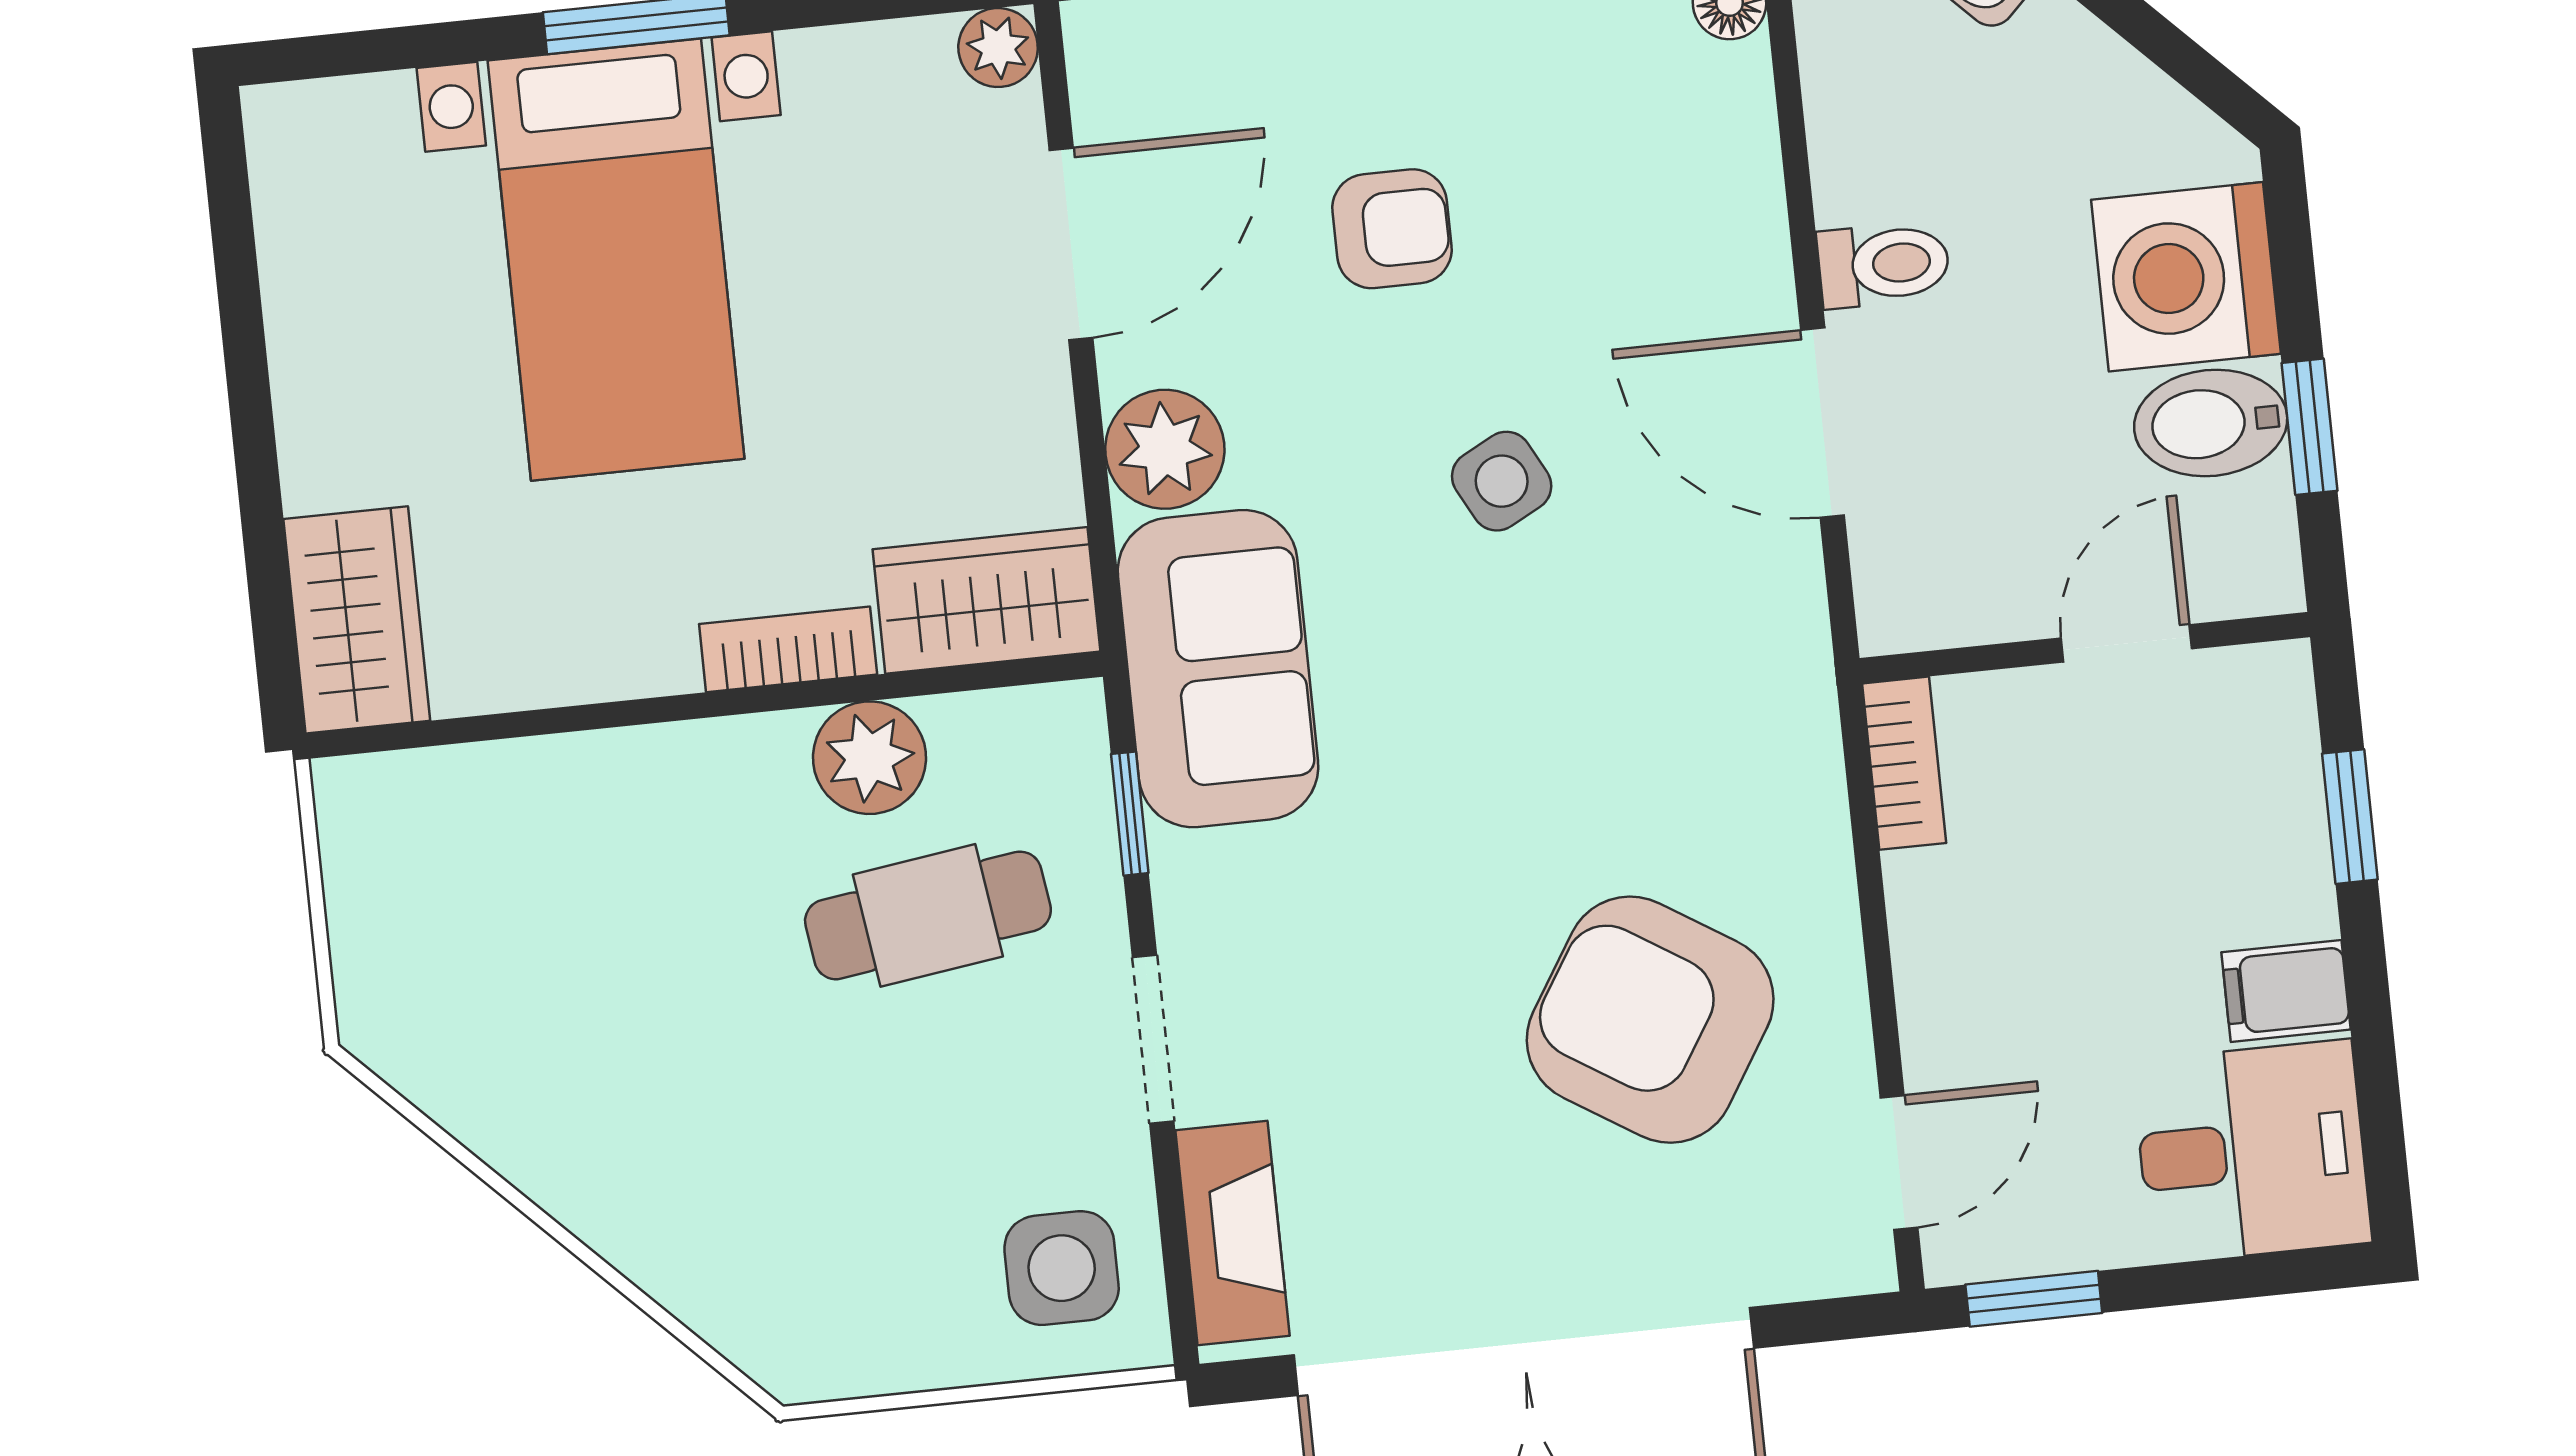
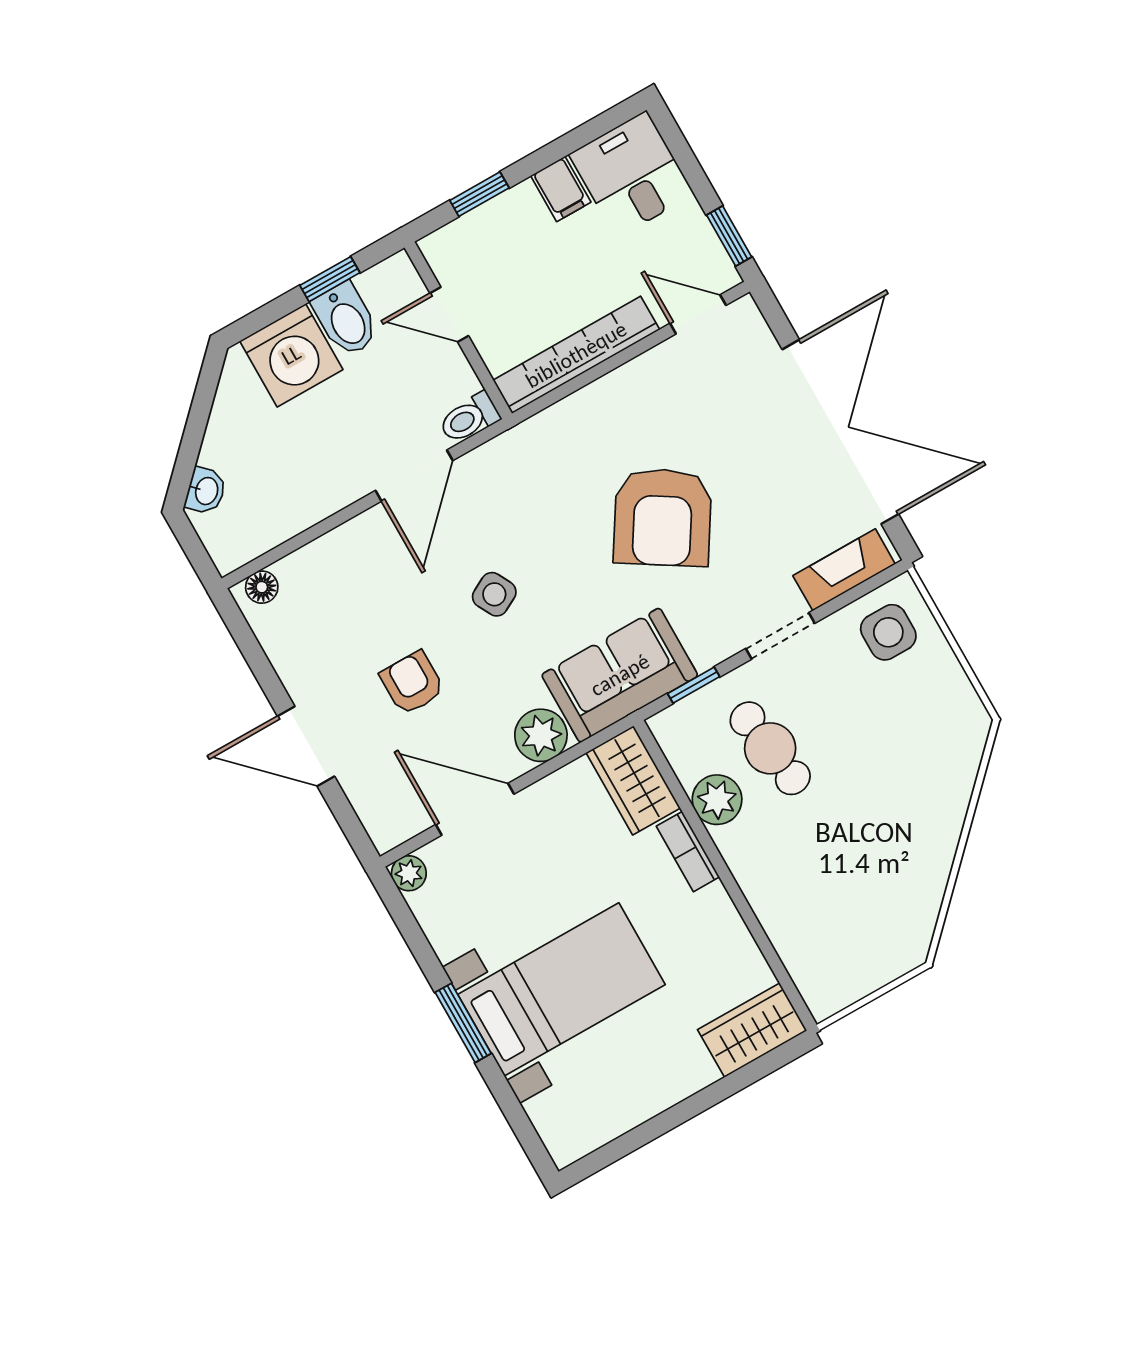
toilet: (1884, 264) -> (469, 418), moved, turned -90
bookcase: (1904, 763) -> (576, 355), width x2.31, depth x1.31
armchair: (1650, 1020) -> (663, 517), moved

